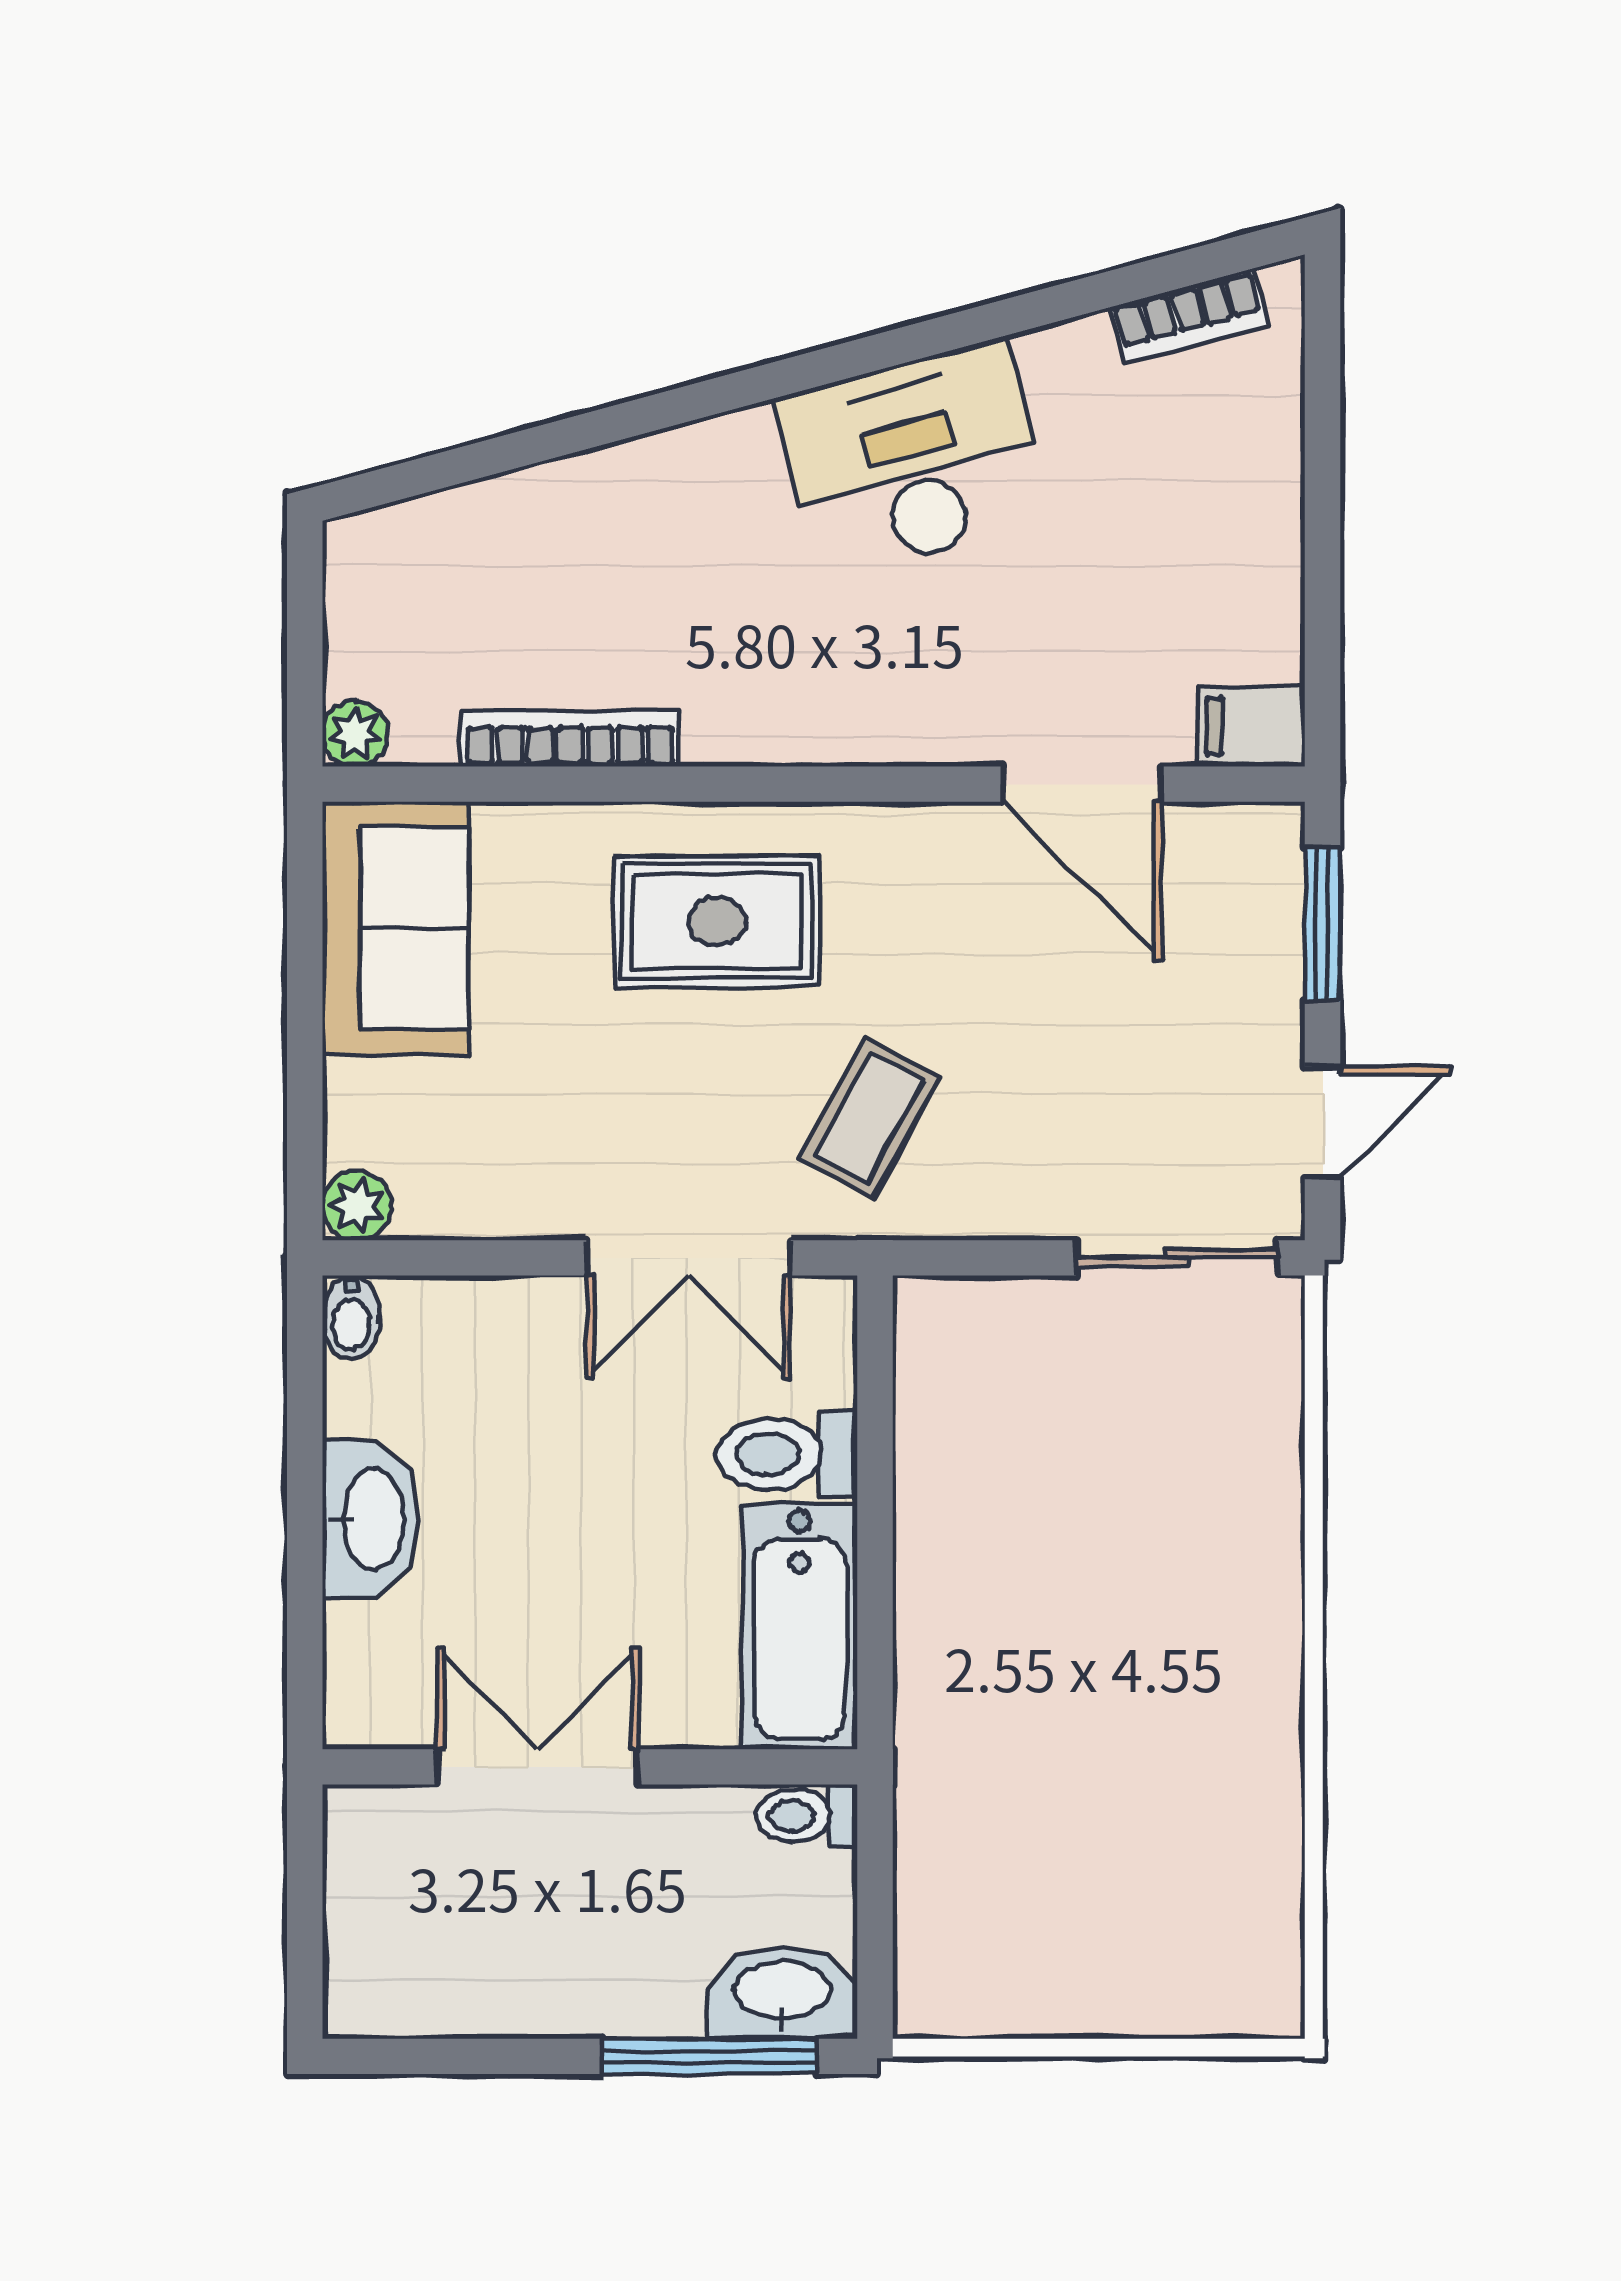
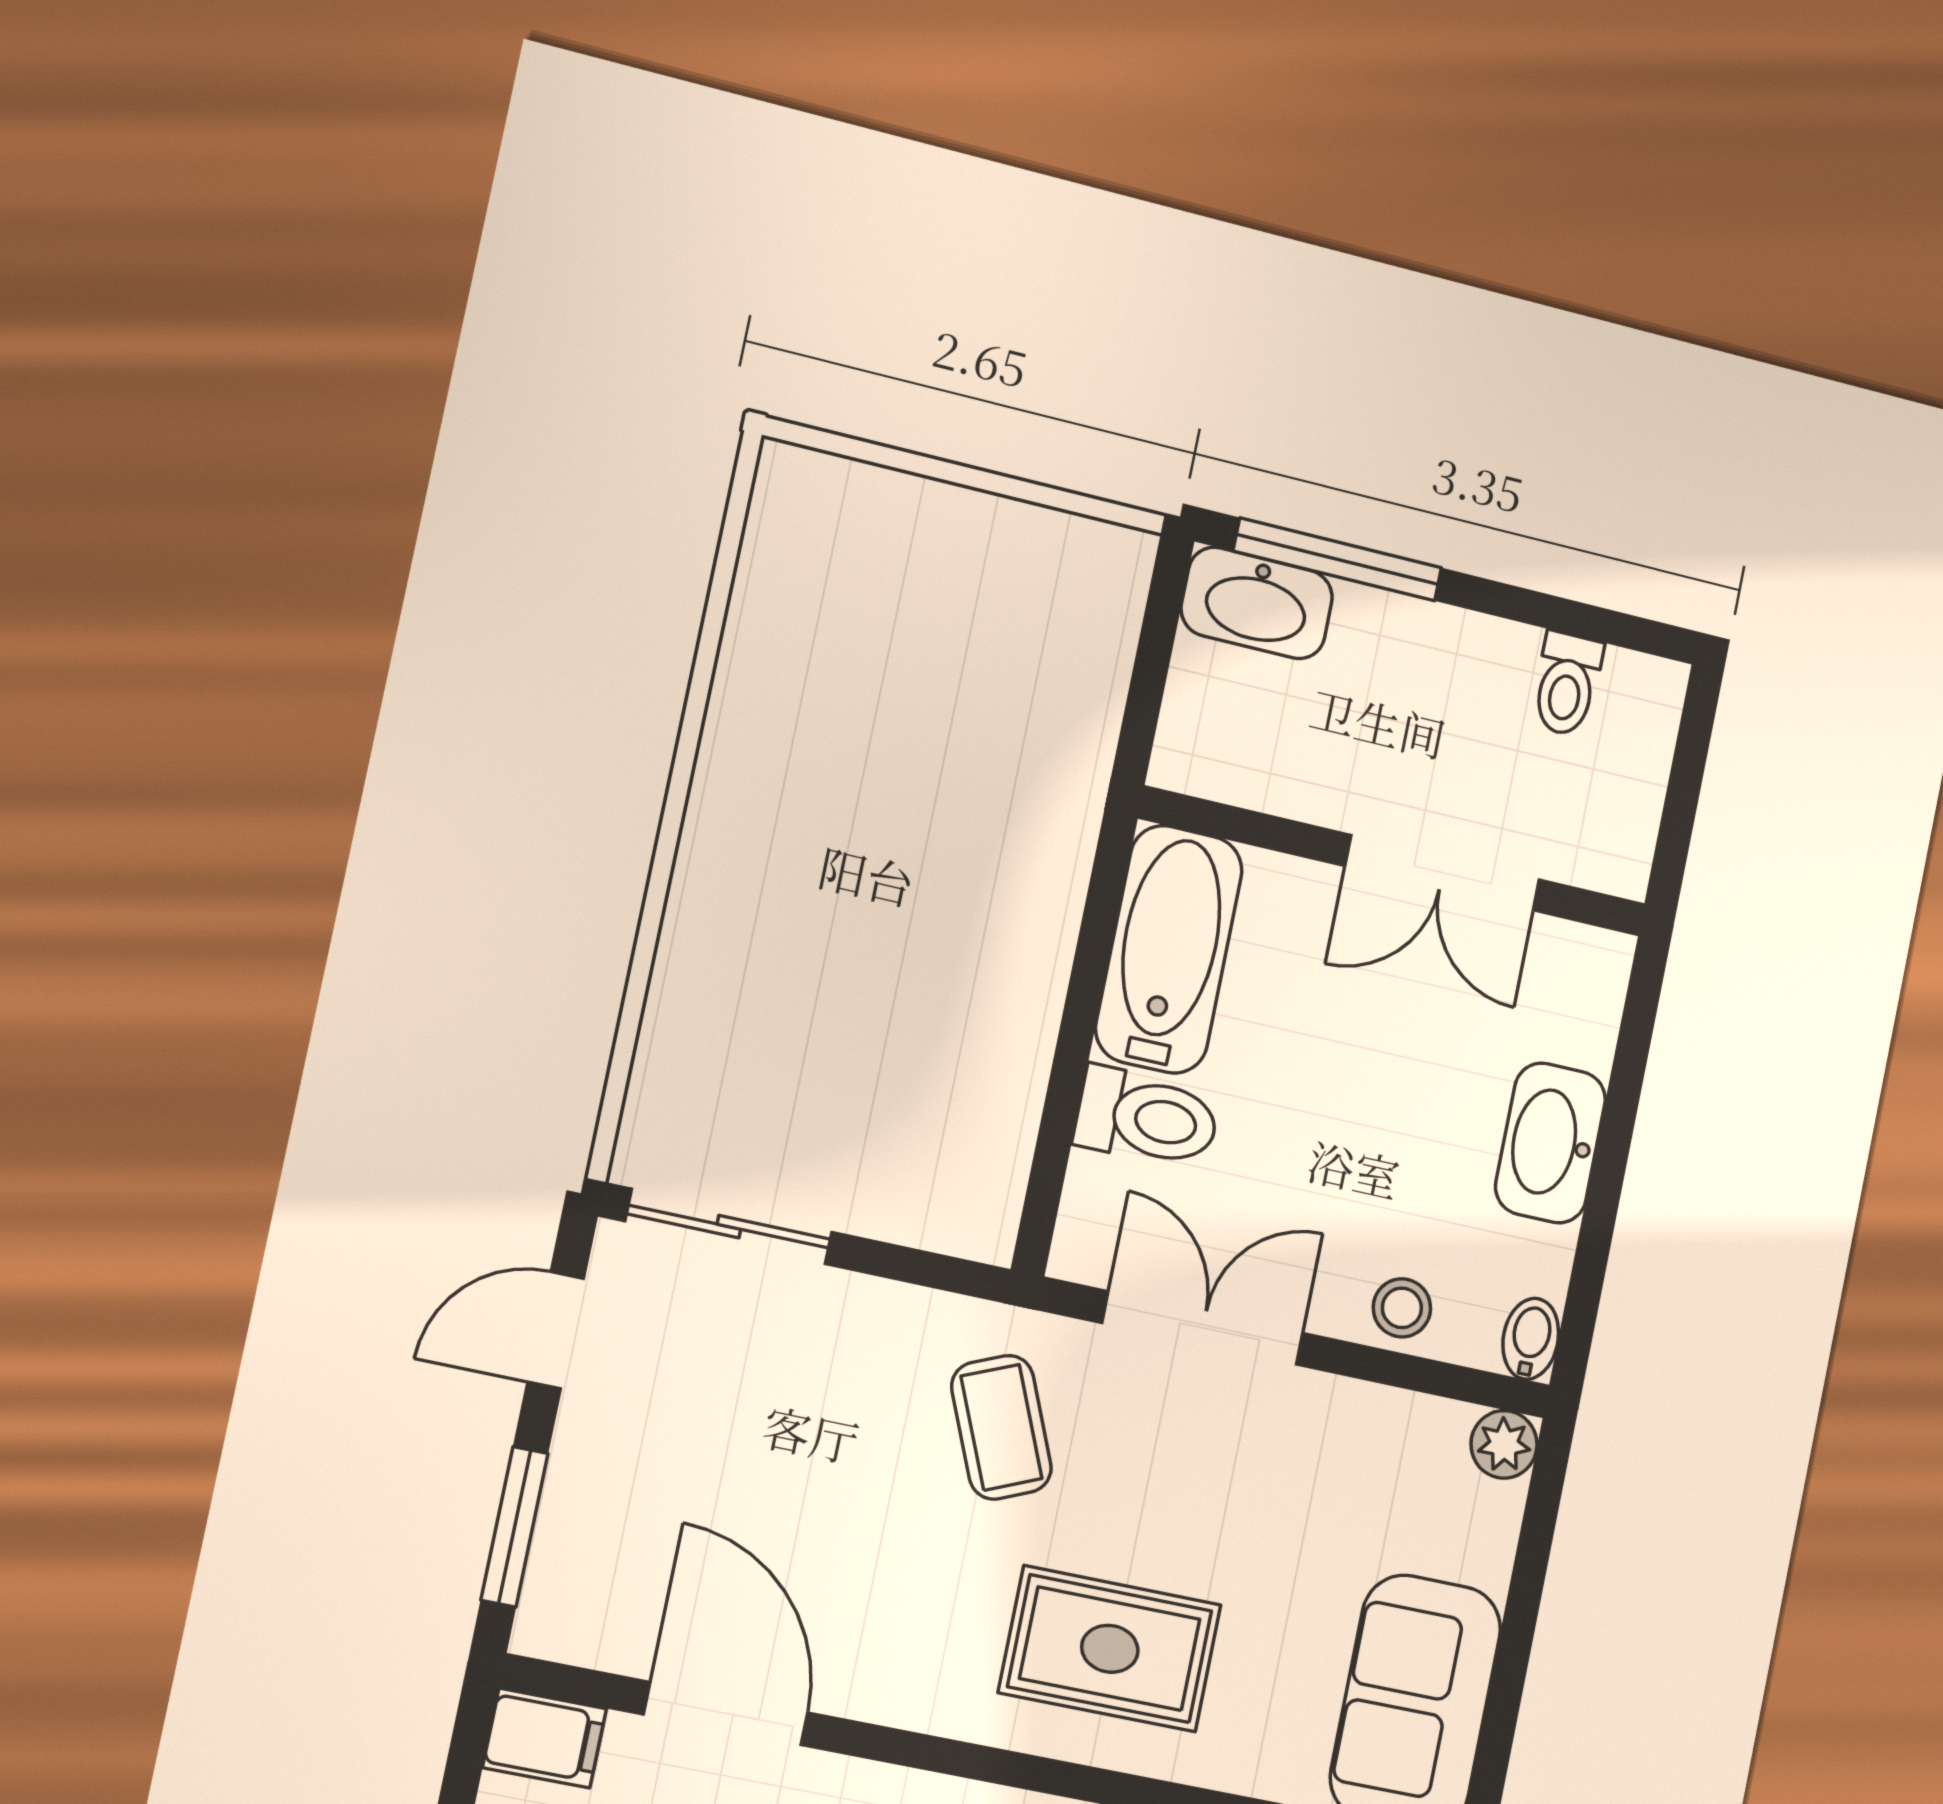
coffee table: (870, 1118) -> (1001, 1427), turned -52
stool: (490, 1321) -> (1402, 1308), added
toilet: (806, 1816) -> (1567, 684), moved, turned 90

